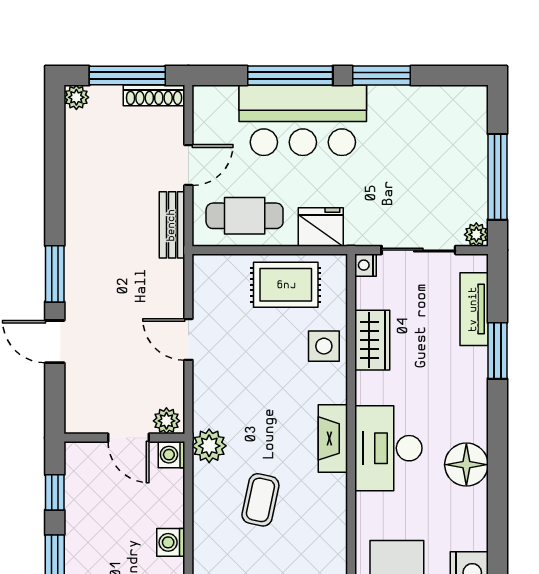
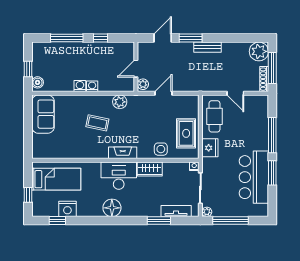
plant: (76, 97) -> (259, 51), width x1.88, depth x1.88
bar counter: (303, 120) -> (254, 177), moved
bench: (172, 225) -> (208, 47), moved
wardrobe: (372, 340) -> (150, 169), moved
plant: (166, 421) -> (143, 84), moved
wall: (124, 438) -> (136, 67), moved
door: (128, 438) -> (136, 69), moved
washing machine: (172, 455) -> (92, 86), moved

